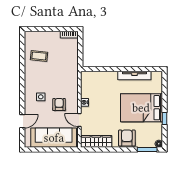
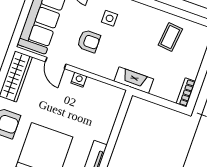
fireplace: (73, 69) -> (134, 80), added
door: (79, 120) -> (56, 63), swing flipped

